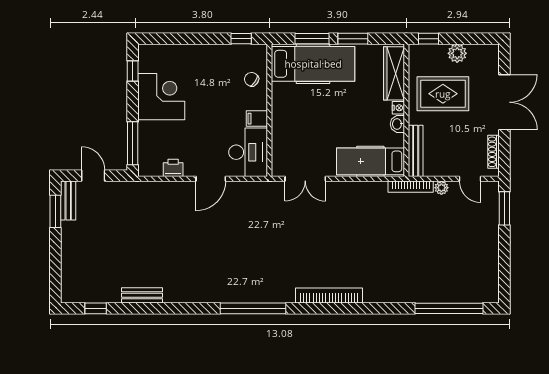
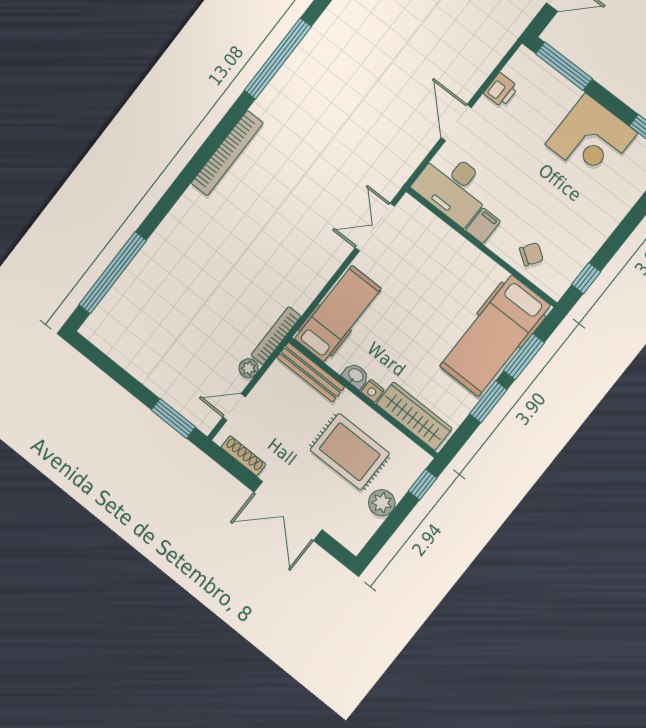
rug: (443, 94) -> (350, 452), turned 90

